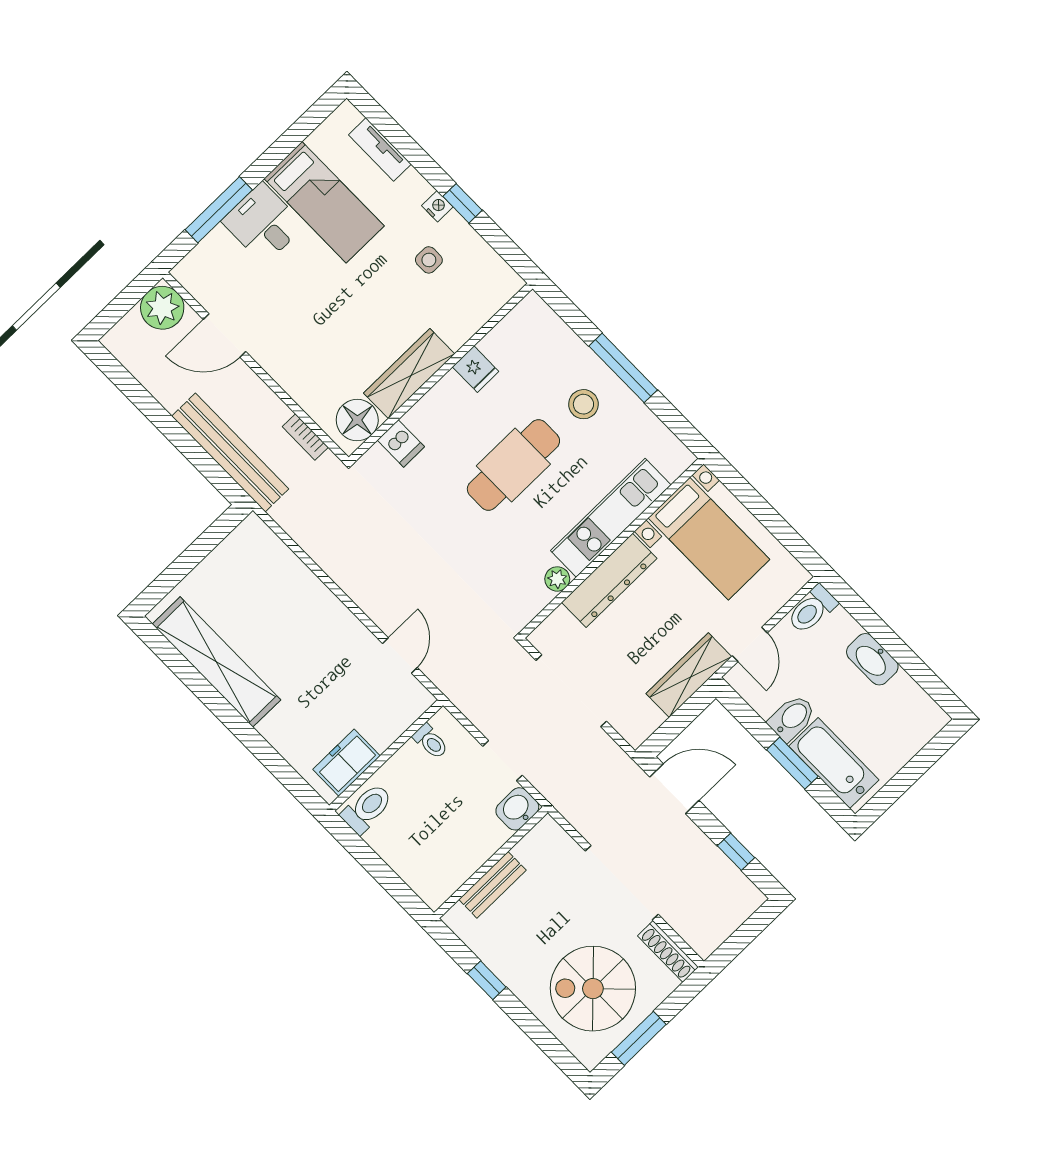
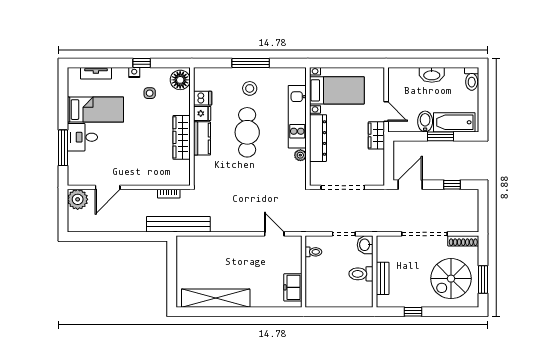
kitchen counter: (437, 406) -> (202, 138), added
floor lamp: (357, 420) -> (180, 80), moved
dishwasher: (401, 443) -> (203, 98), moved
bench: (230, 452) -> (178, 224), moved
toilet: (812, 609) -> (472, 79), moved
wardrobe: (689, 675) -> (376, 135), width x0.67
toilet: (367, 808) -> (361, 274), moved, turned -90

